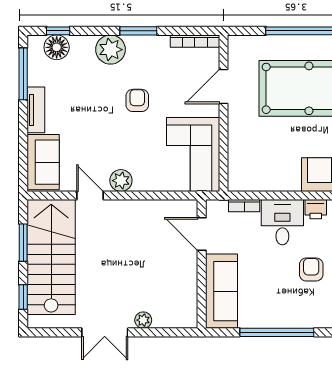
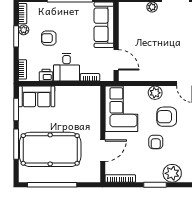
armchair: (119, 142) -> (167, 117), added
plant: (121, 181) -> (155, 93), moved
armchair: (311, 269) -> (49, 38), turned 90

